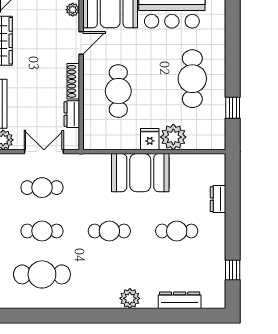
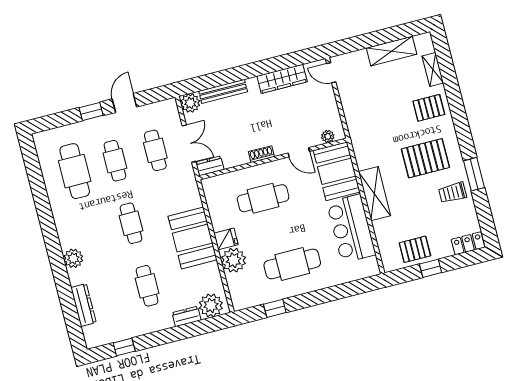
shoe rack: (73, 81) -> (261, 154), width x0.70
dresser: (72, 114) -> (210, 166), moved
plant: (213, 172) -> (211, 305), added

